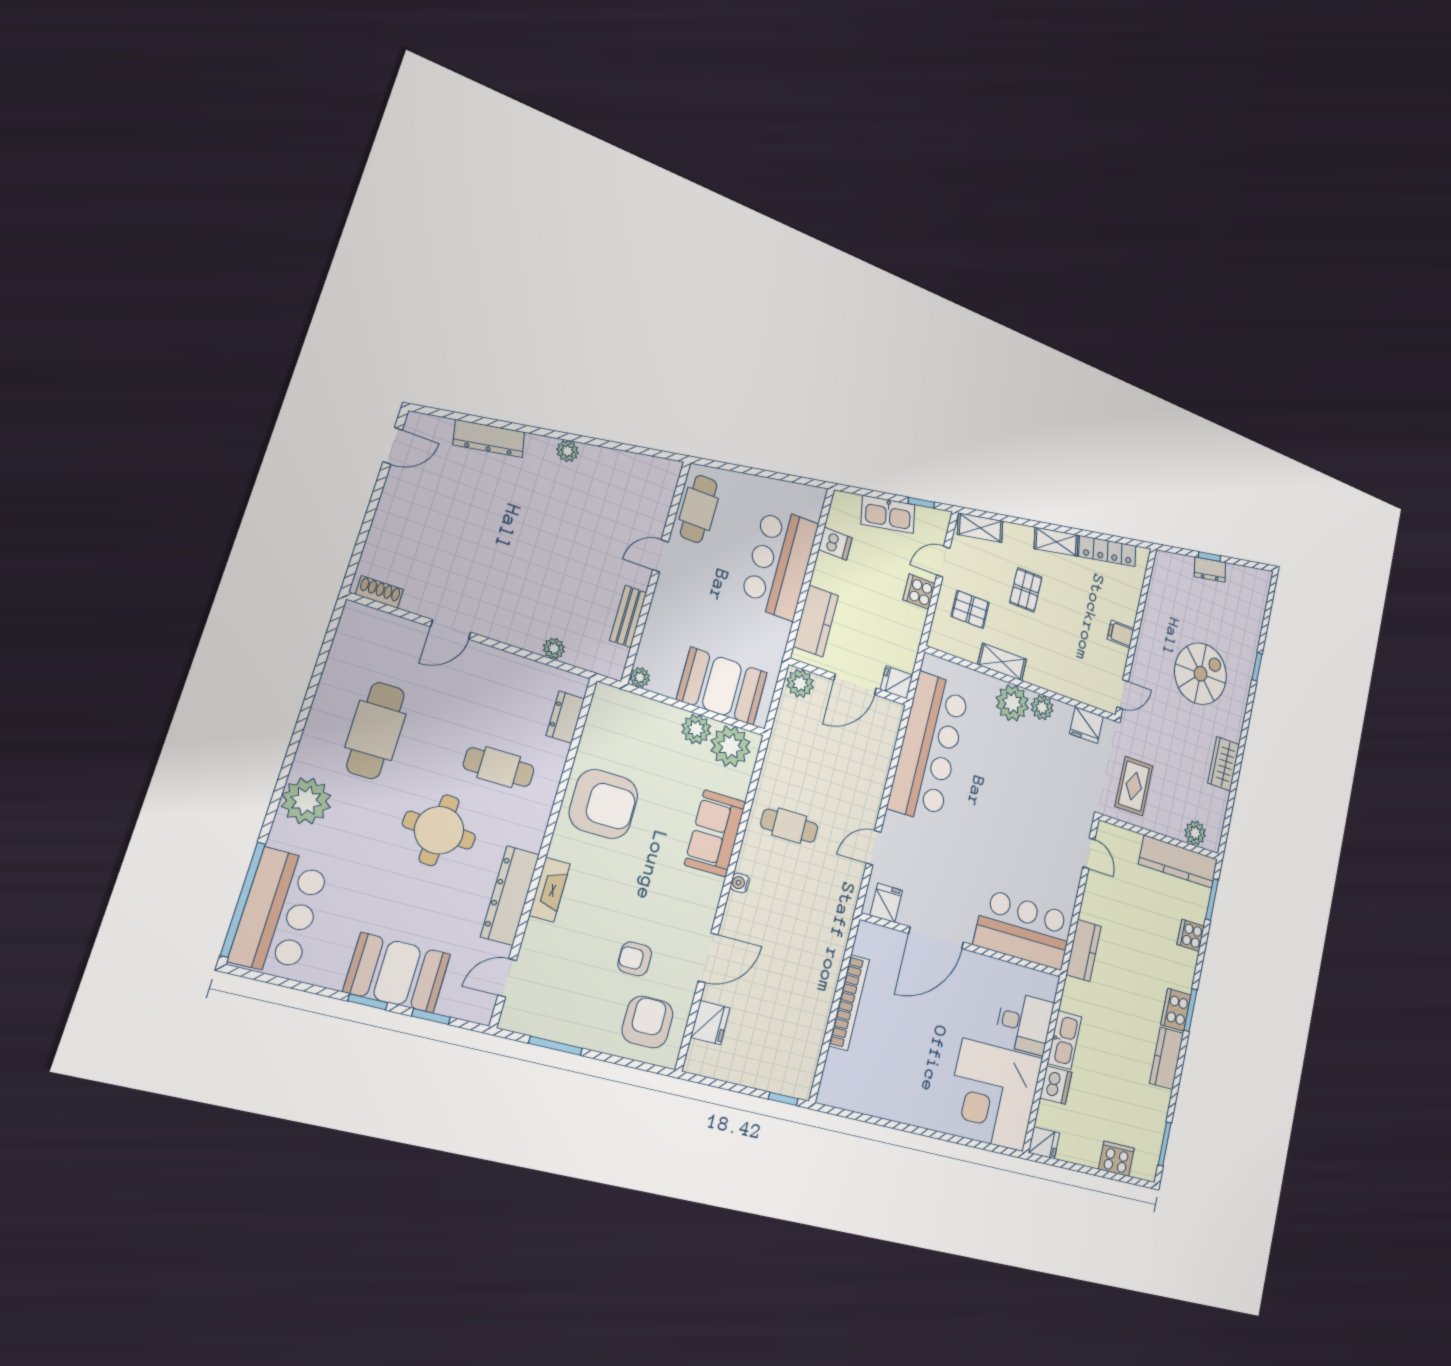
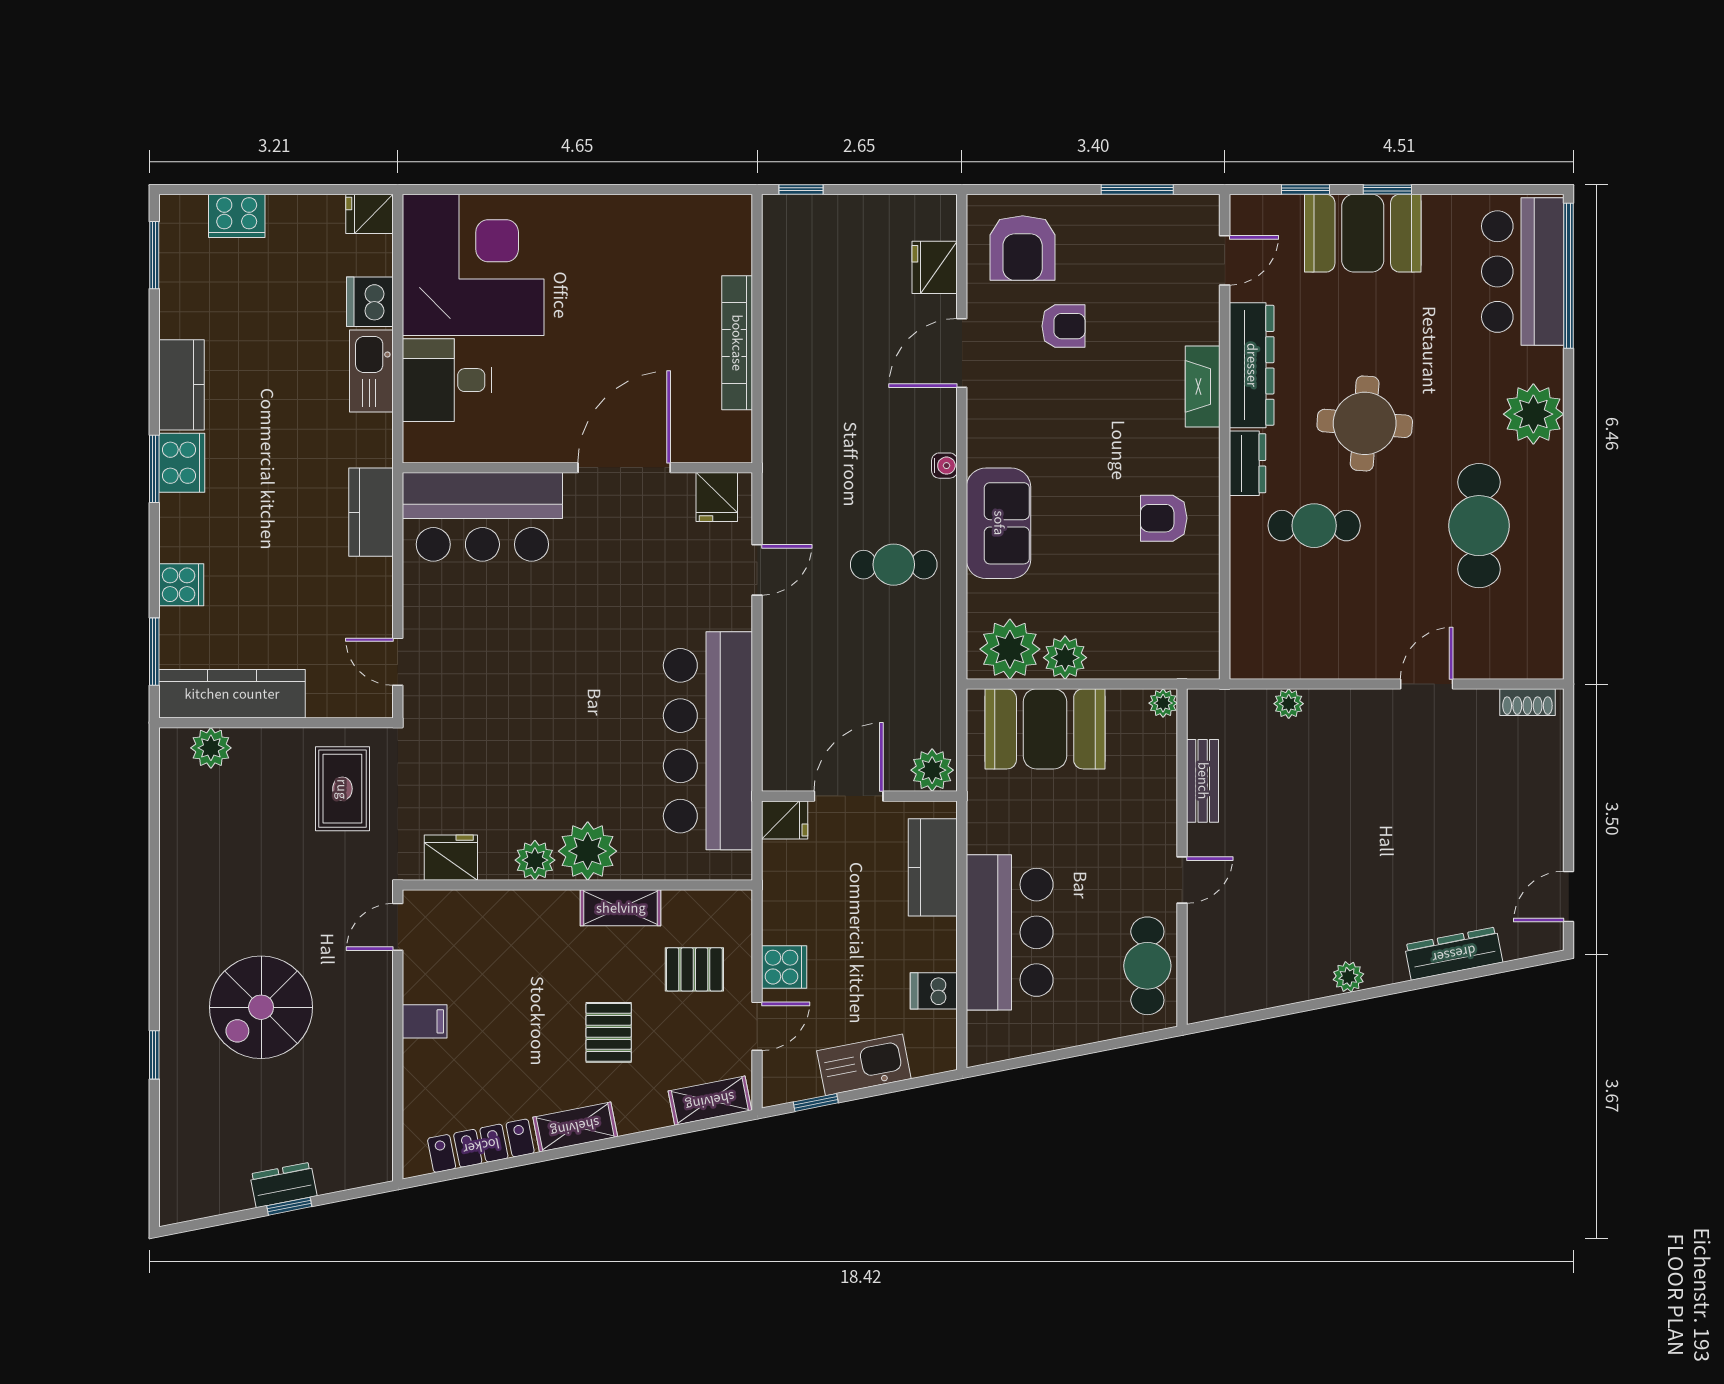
dresser: (565, 717) -> (1247, 463), moved
wardrobe: (1224, 764) -> (182, 875), removed
armchair: (604, 804) -> (1164, 518), width x0.53, depth x0.53

